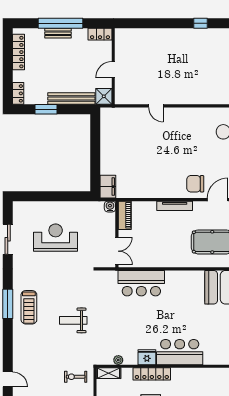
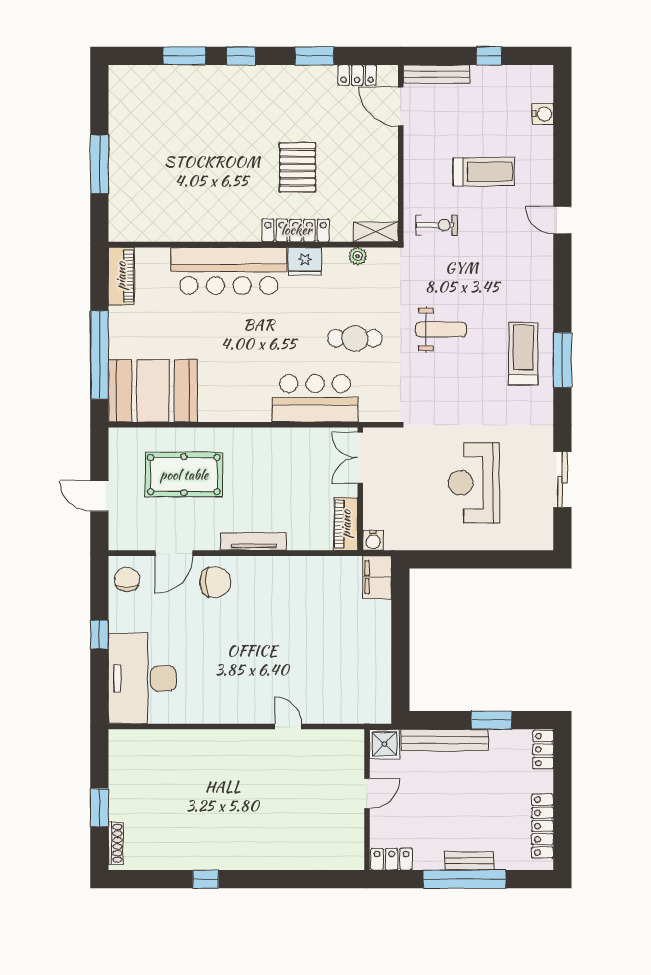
reception desk: (56, 238) -> (474, 483), turned 90
cafe table: (120, 316) -> (355, 338), added
bar counter: (180, 352) -> (229, 271), width x1.36

